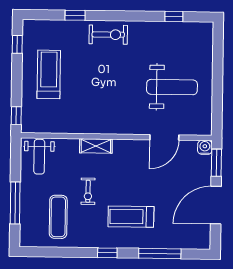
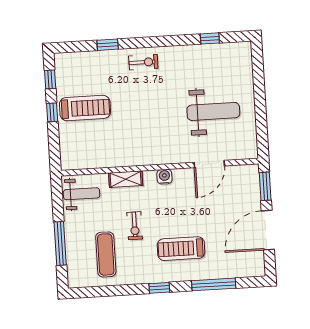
exercise bike: (108, 35) -> (143, 62), width x0.73, depth x0.72
treadmill: (49, 74) -> (85, 108), turned 90
window: (16, 116) -> (52, 112), moved
shelving: (96, 146) -> (126, 179), moved
water cooler: (205, 147) -> (164, 177), moved
weight bench: (39, 157) -> (82, 194), turned -90

